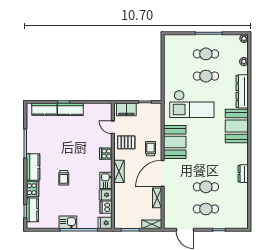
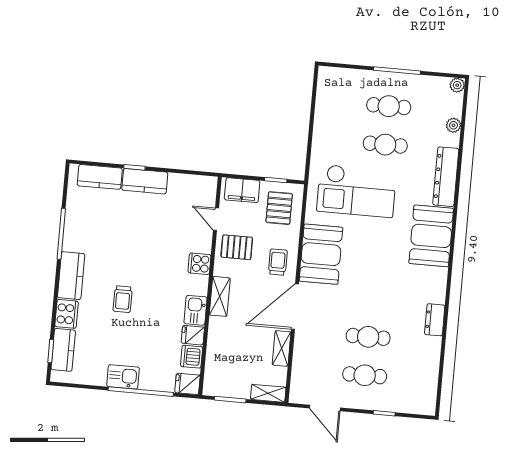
pallet: (148, 118) -> (279, 208), added

